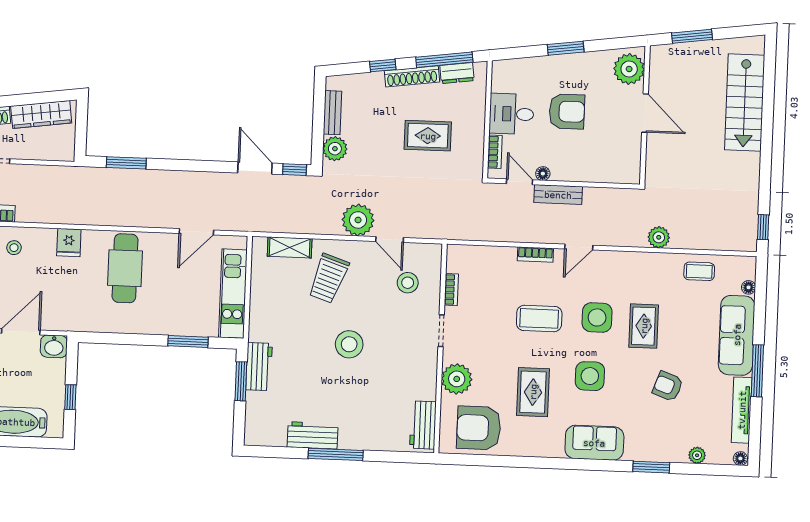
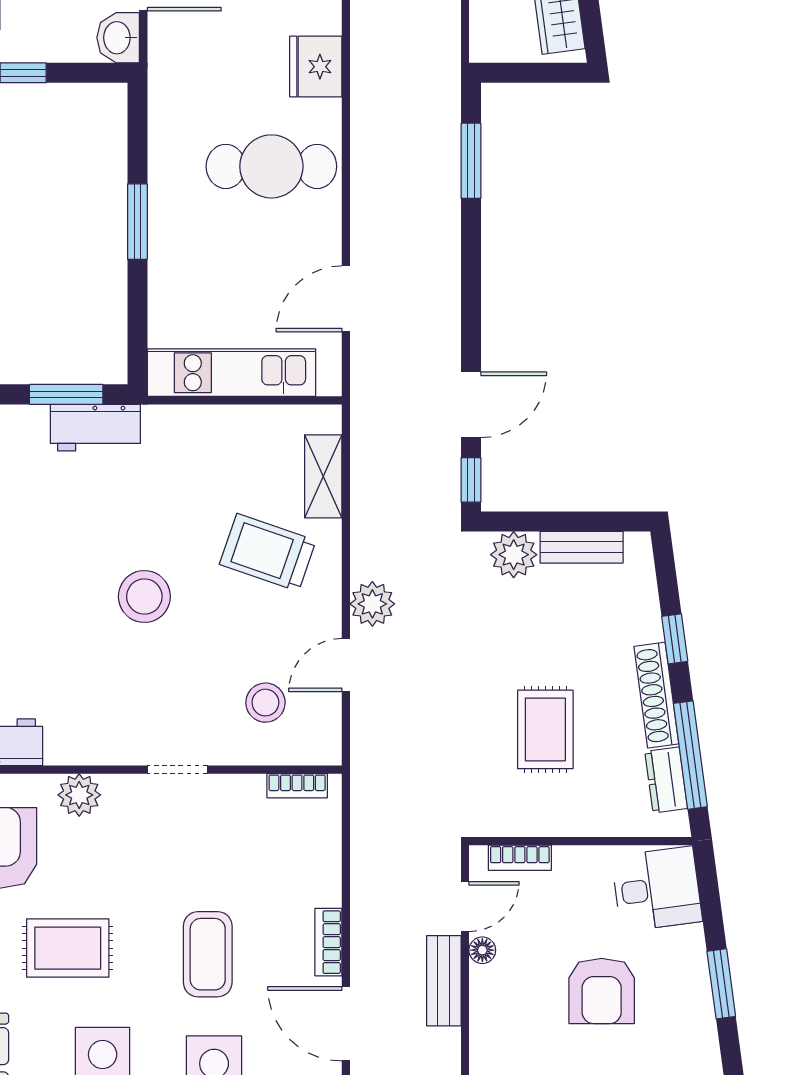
desk: (511, 114) -> (657, 889), moved, turned 82
plant: (358, 220) -> (372, 604), width x0.73, depth x0.73
door: (196, 232) -> (346, 299), hinge flipped
fridge: (69, 243) -> (316, 67), width x1.38
door: (579, 247) -> (346, 1024), width x1.38
bookcase: (451, 290) -> (297, 786), moved
window: (188, 342) -> (137, 222), moved
plant: (457, 379) -> (79, 795), width x0.73, depth x0.73

